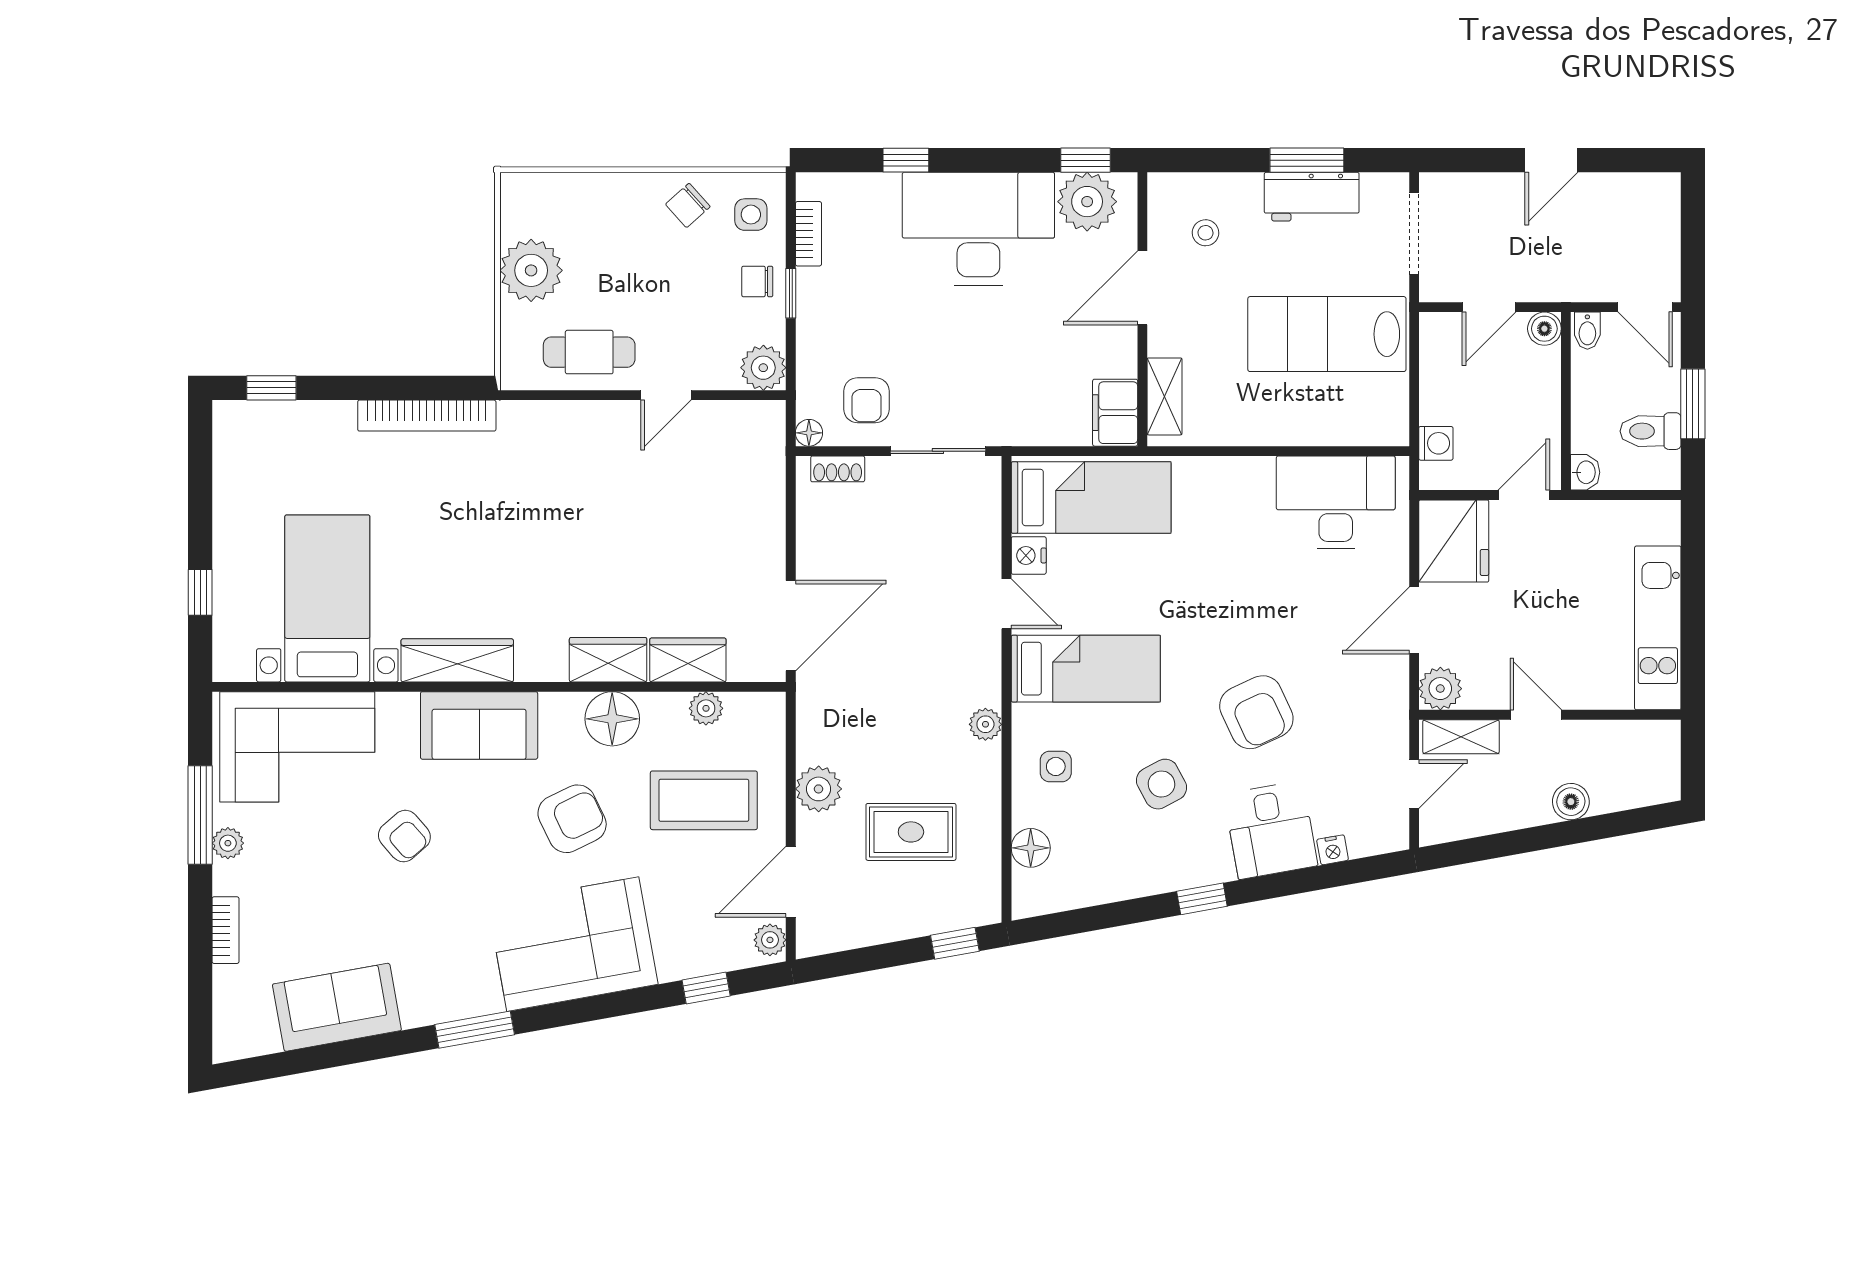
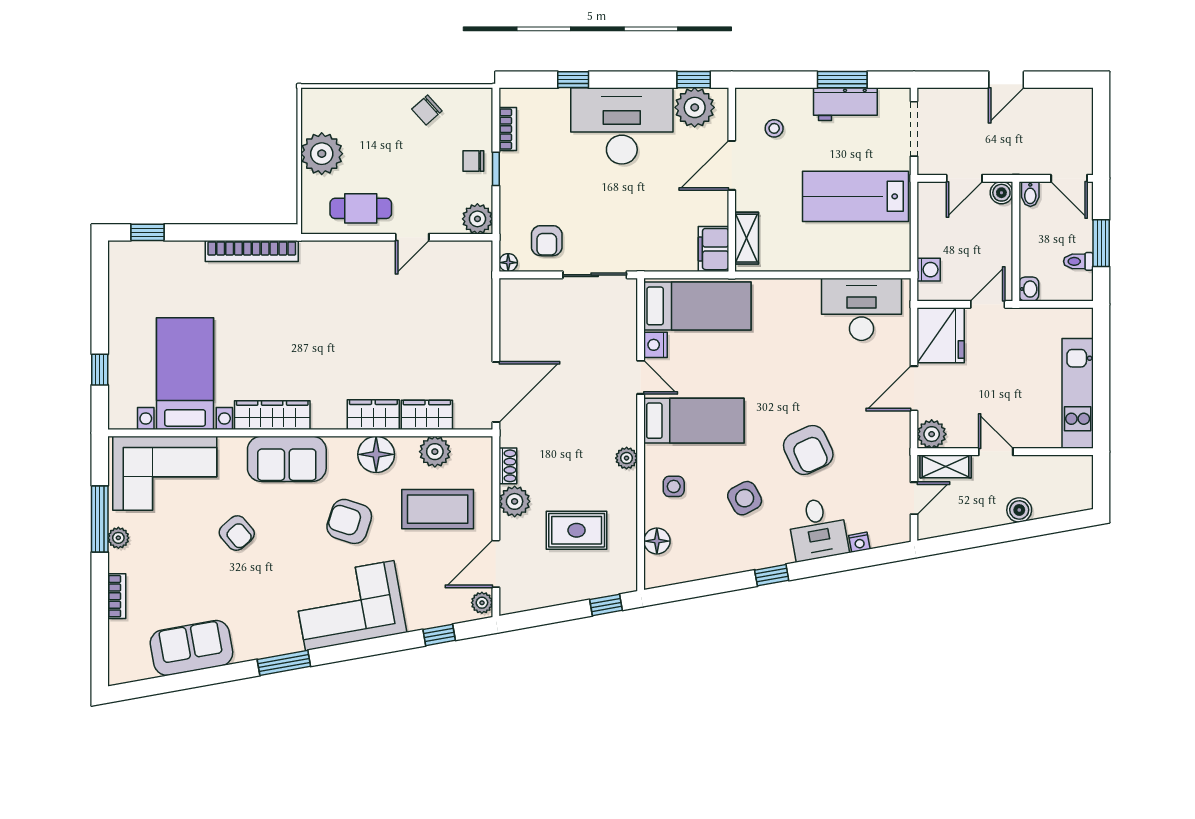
side table: (751, 215) -> (469, 116), removed
toilet: (1651, 431) -> (1078, 261), width x0.73, depth x0.72
shoe rack: (838, 469) -> (508, 466), moved, turned -90
plant: (706, 708) -> (435, 452), width x1.38, depth x1.38
armchair: (572, 819) -> (349, 521), turned -136

